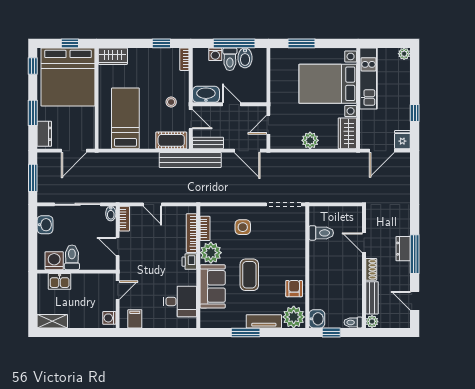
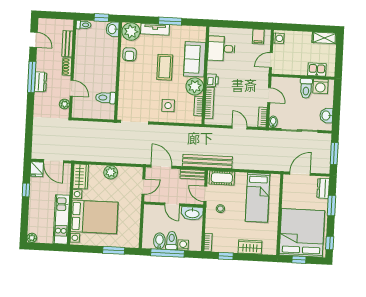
wardrobe: (113, 56) -> (250, 247), moved
door: (382, 151) -> (54, 161), swing flipped
plant: (372, 321) -> (64, 104), moved

